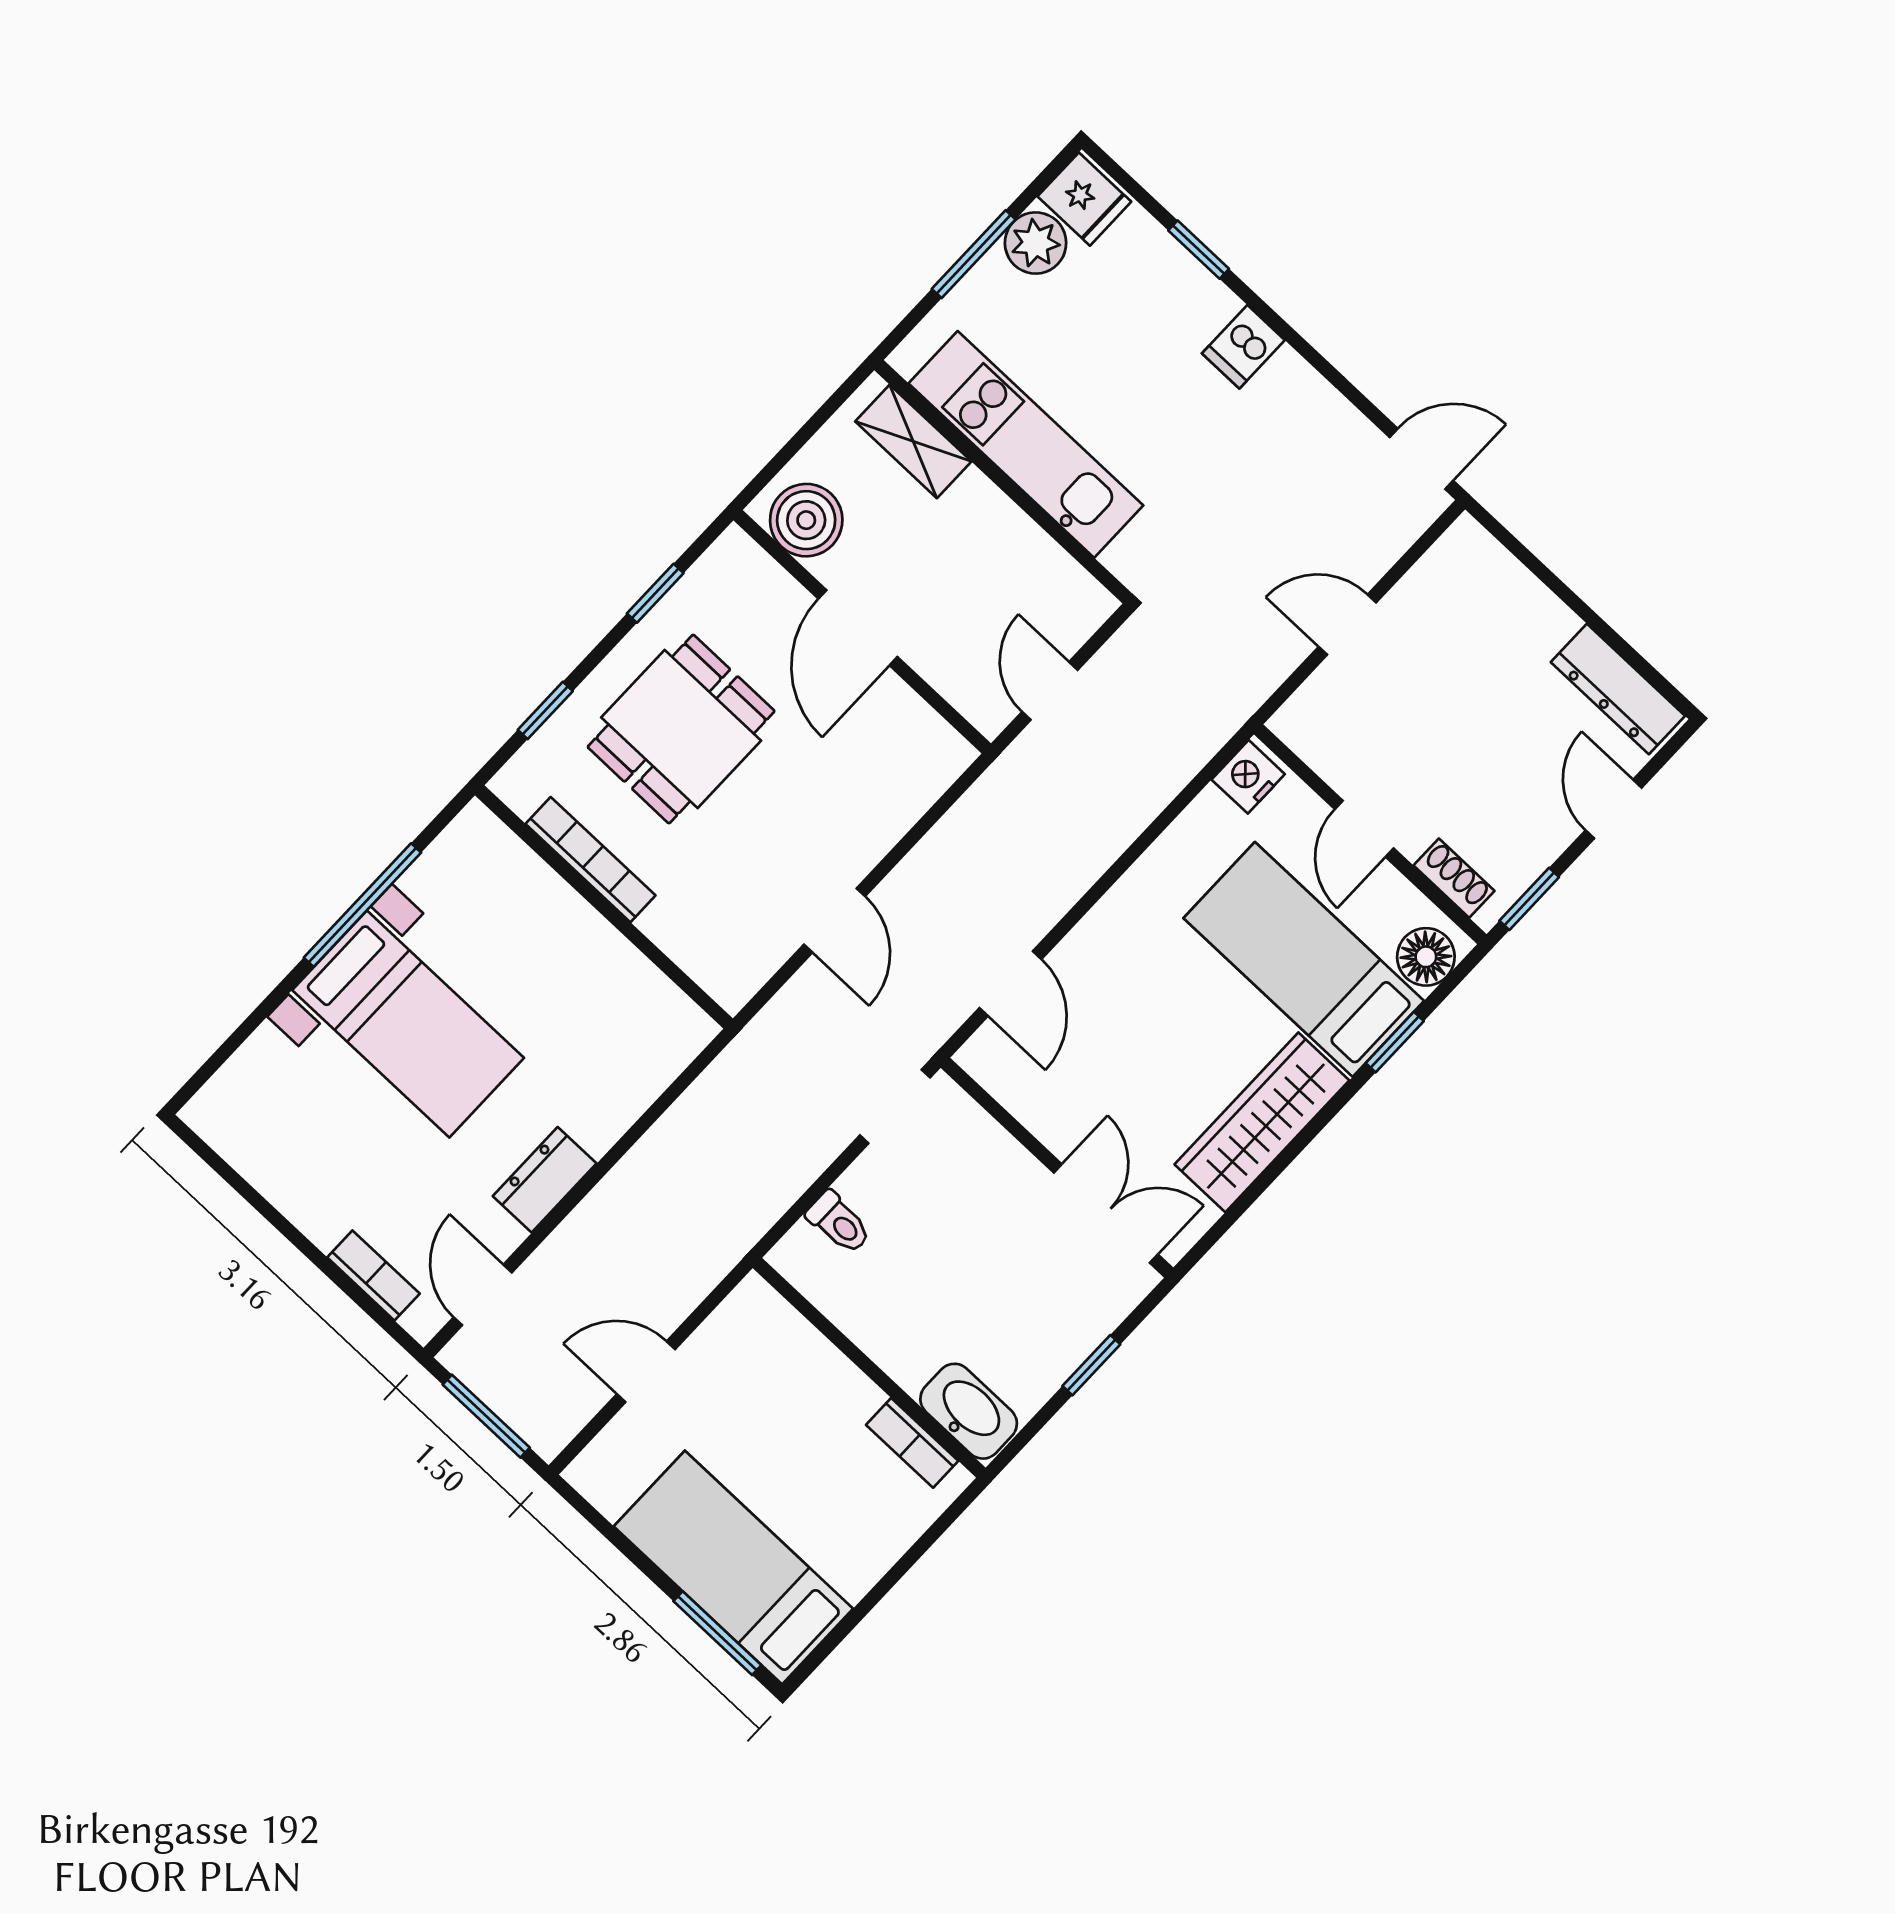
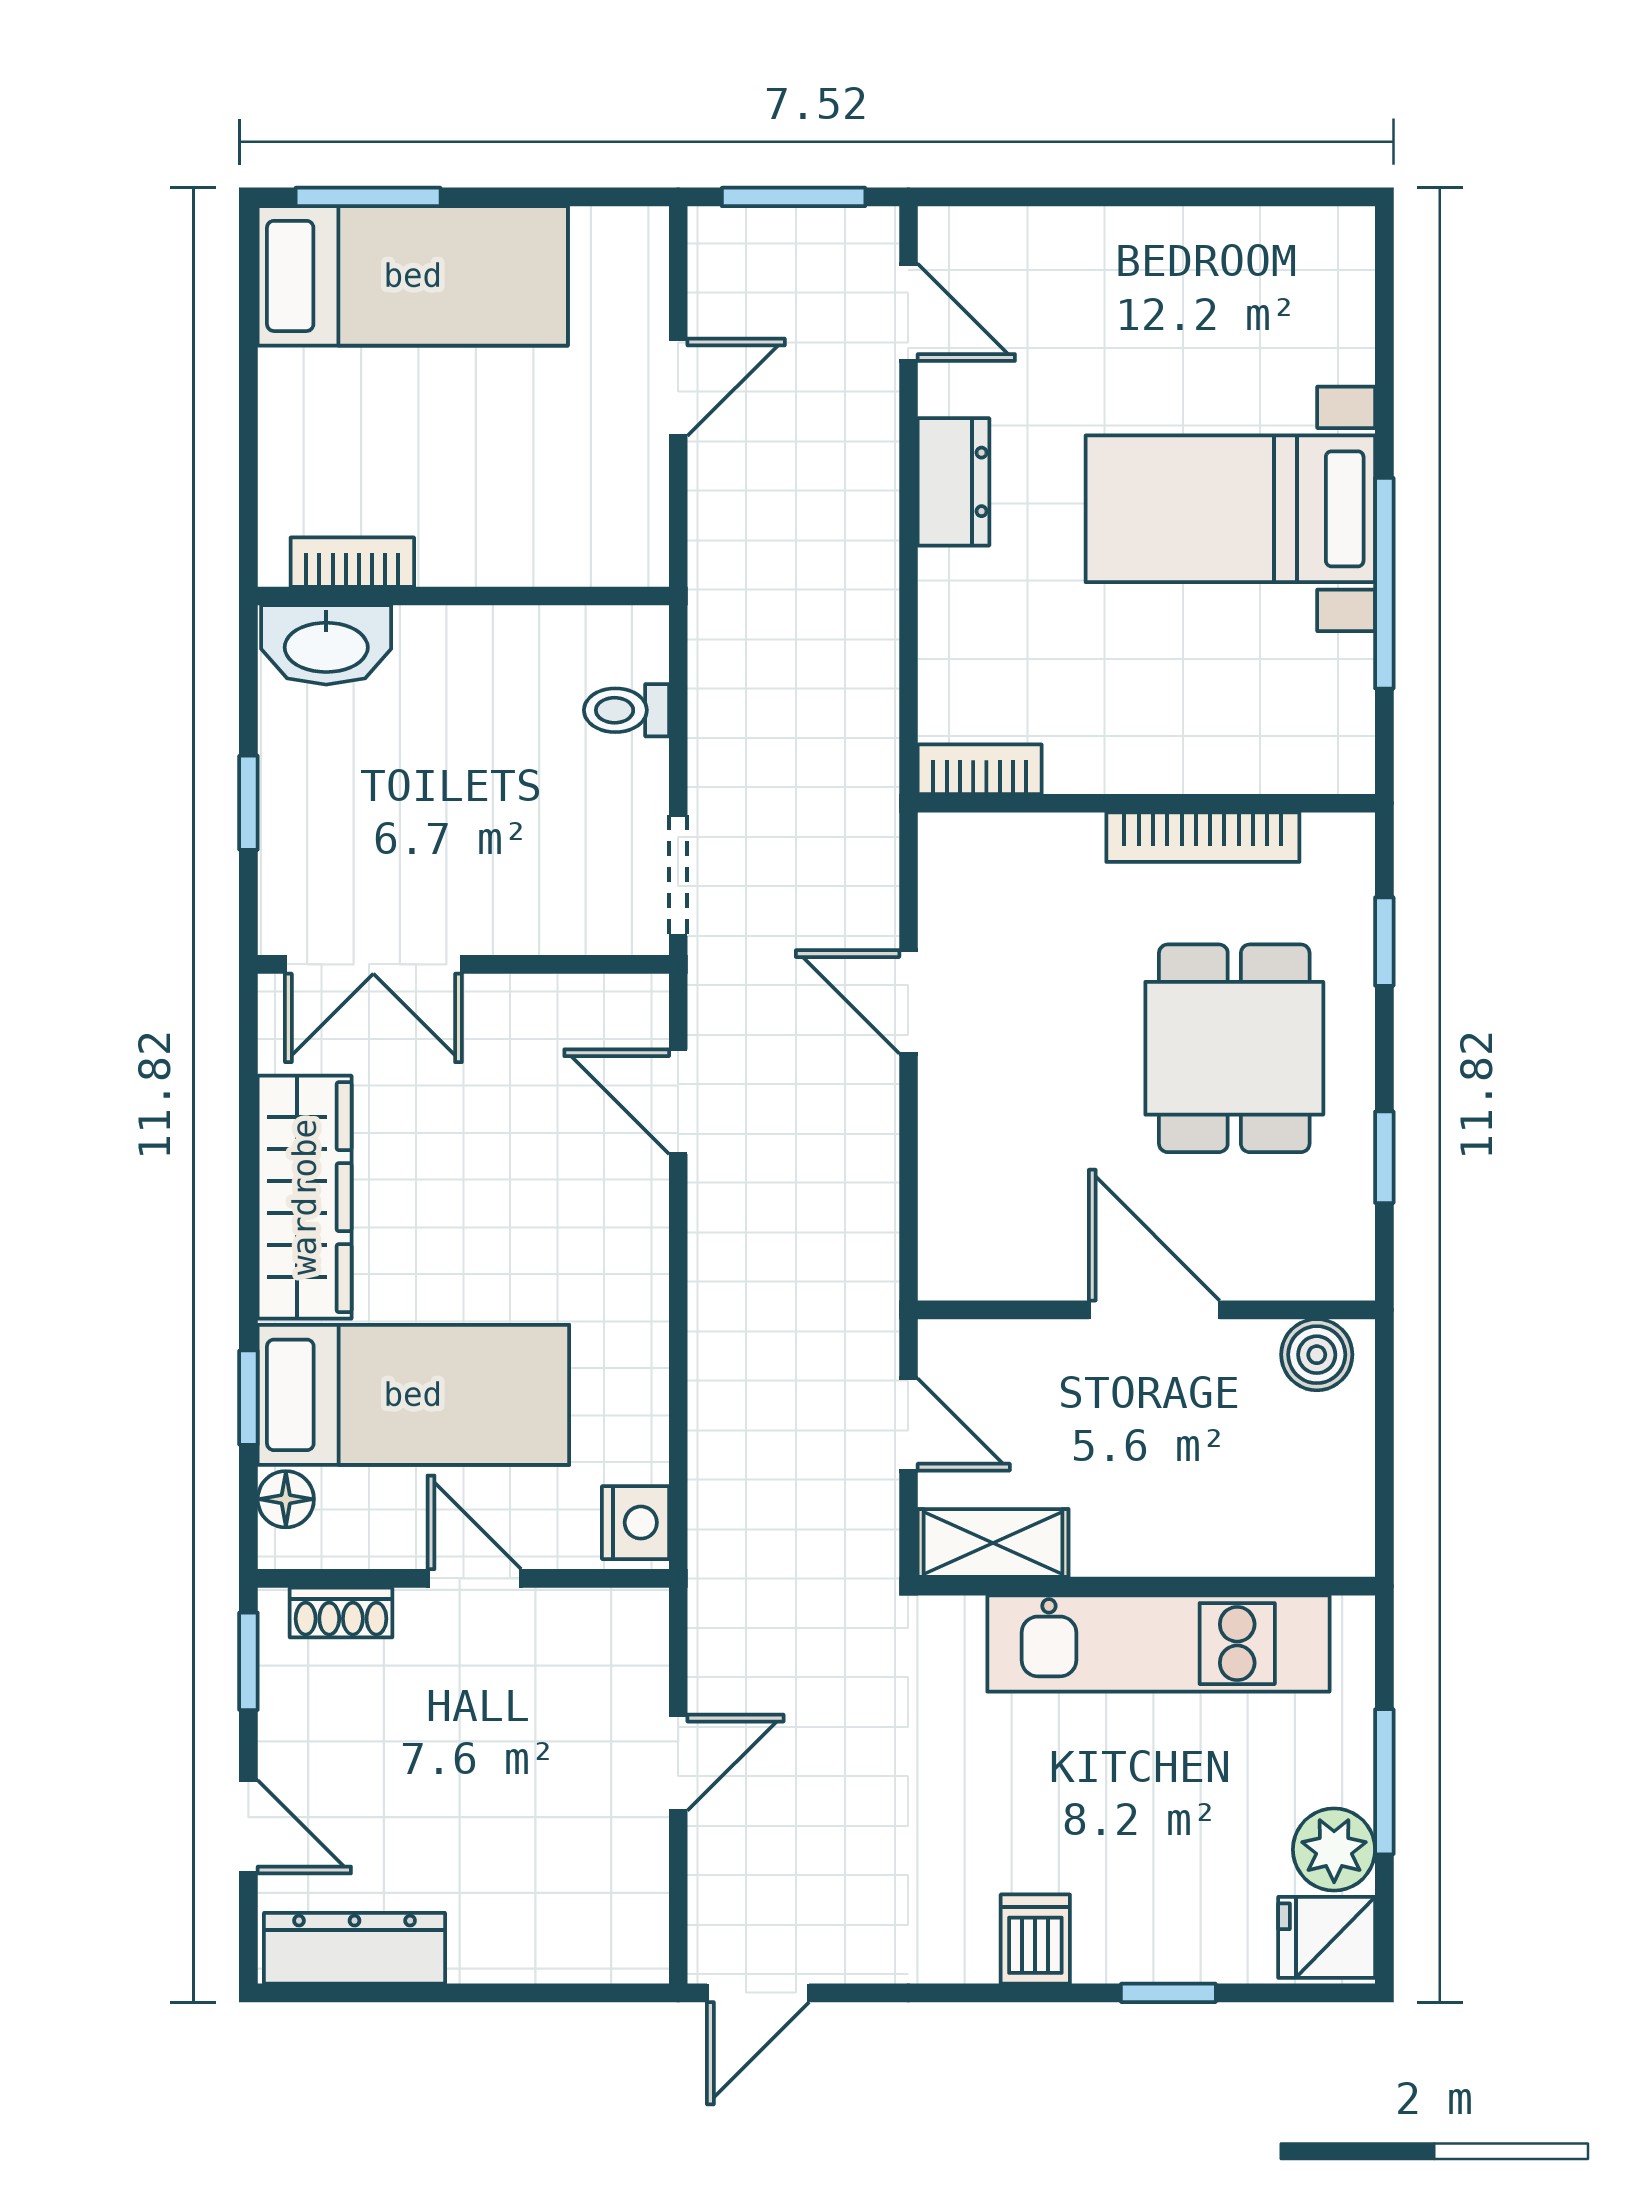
shelving: (913, 441) -> (993, 1543), moved
boiler: (806, 520) -> (1317, 1355), width x0.73, depth x0.73
floor lamp: (1426, 957) -> (286, 1499), width x0.73, depth x0.73
bookcase: (373, 1275) -> (980, 769), moved, turned 180

